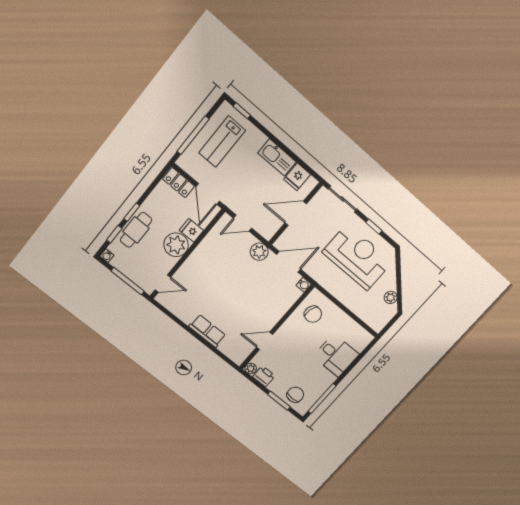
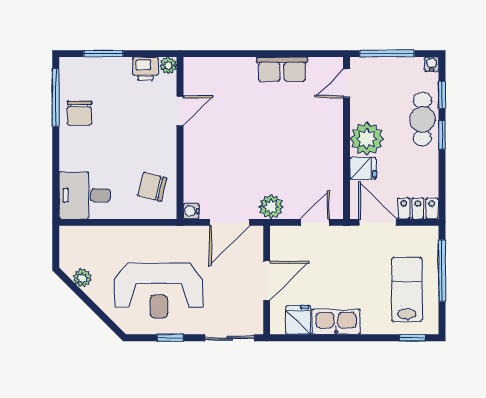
row of seats: (207, 331) -> (282, 69), moved
desk: (336, 355) -> (85, 195), moved
chair: (295, 395) -> (79, 113), moved

